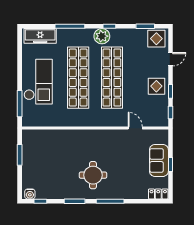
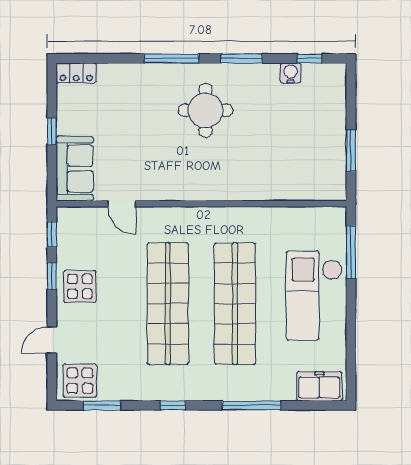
freezer: (40, 36) -> (319, 386), width x0.71
plant: (102, 36) -> (188, 386), removed
sofa: (159, 160) -> (75, 169), moved
water cooler: (30, 194) -> (291, 73), moved

